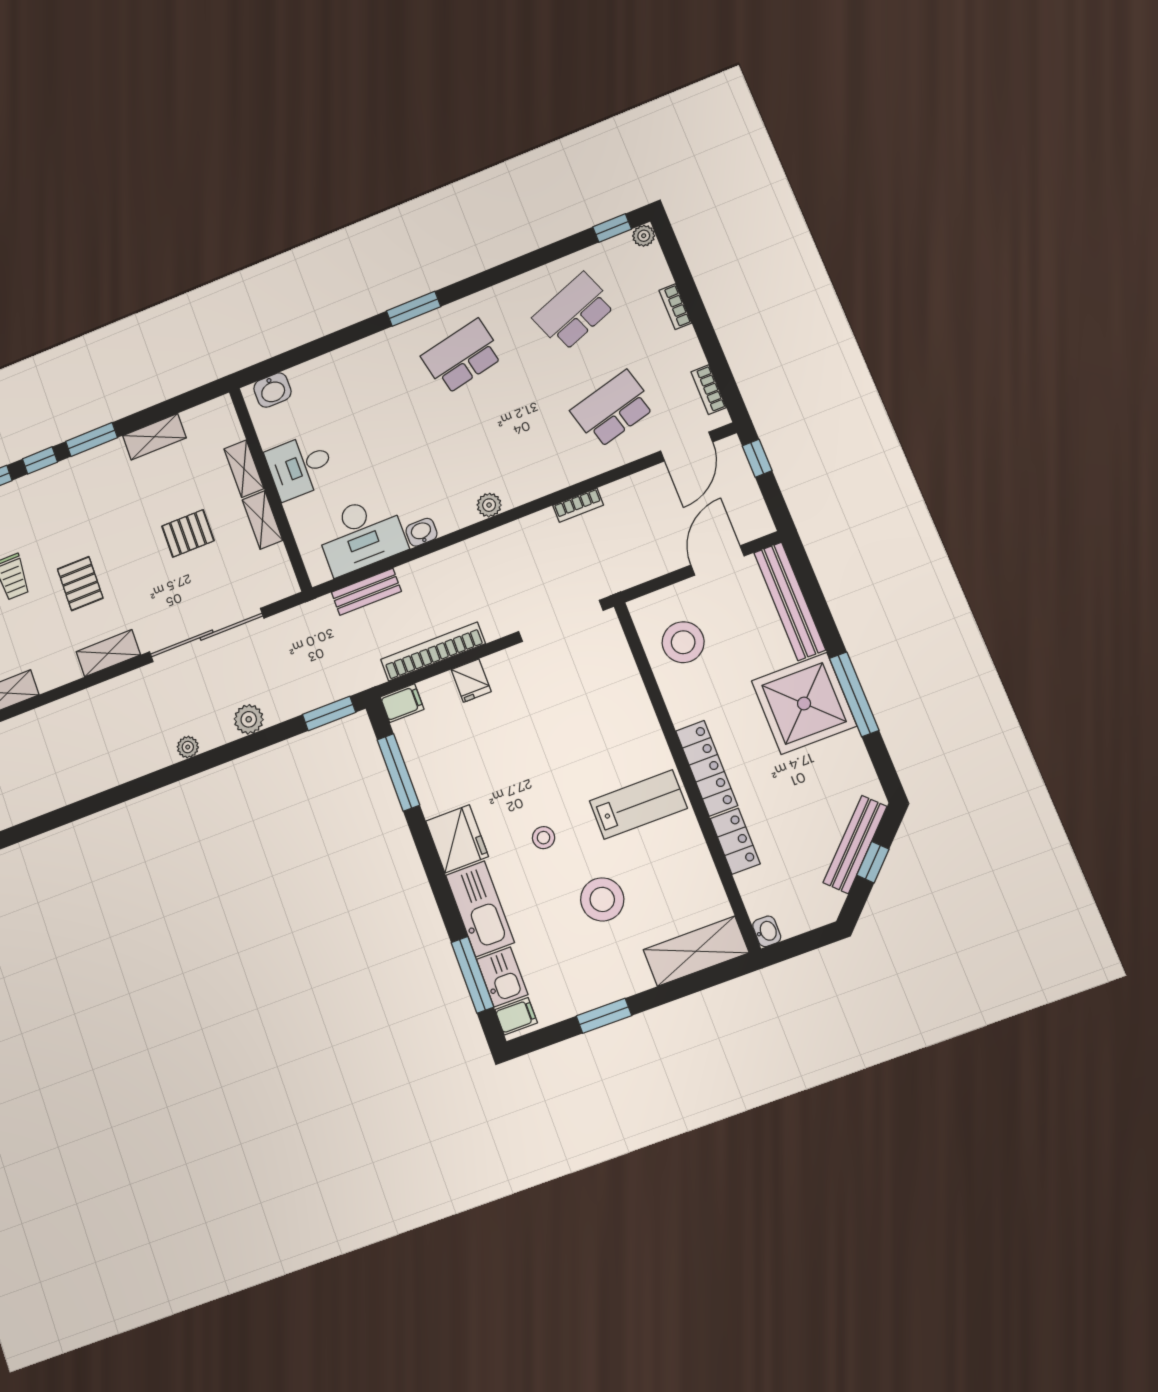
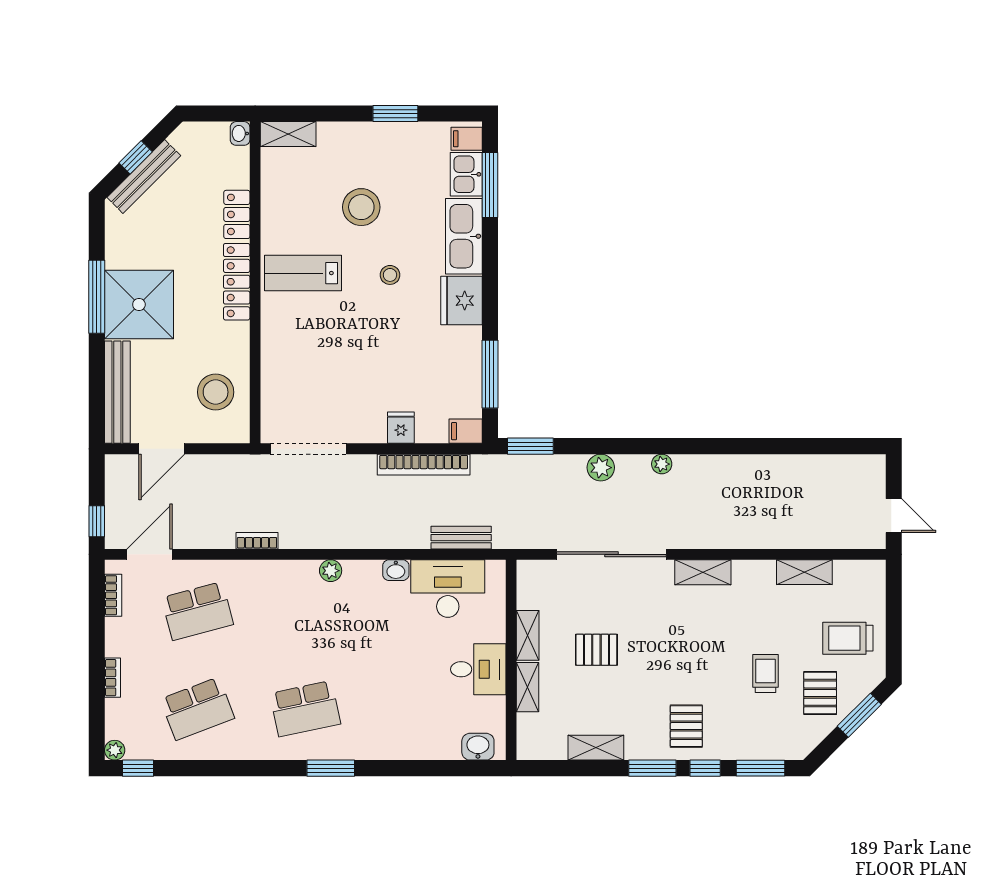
pallet: (80, 584) -> (686, 726), moved
shelving: (696, 951) -> (288, 134), width x0.67, depth x0.75

